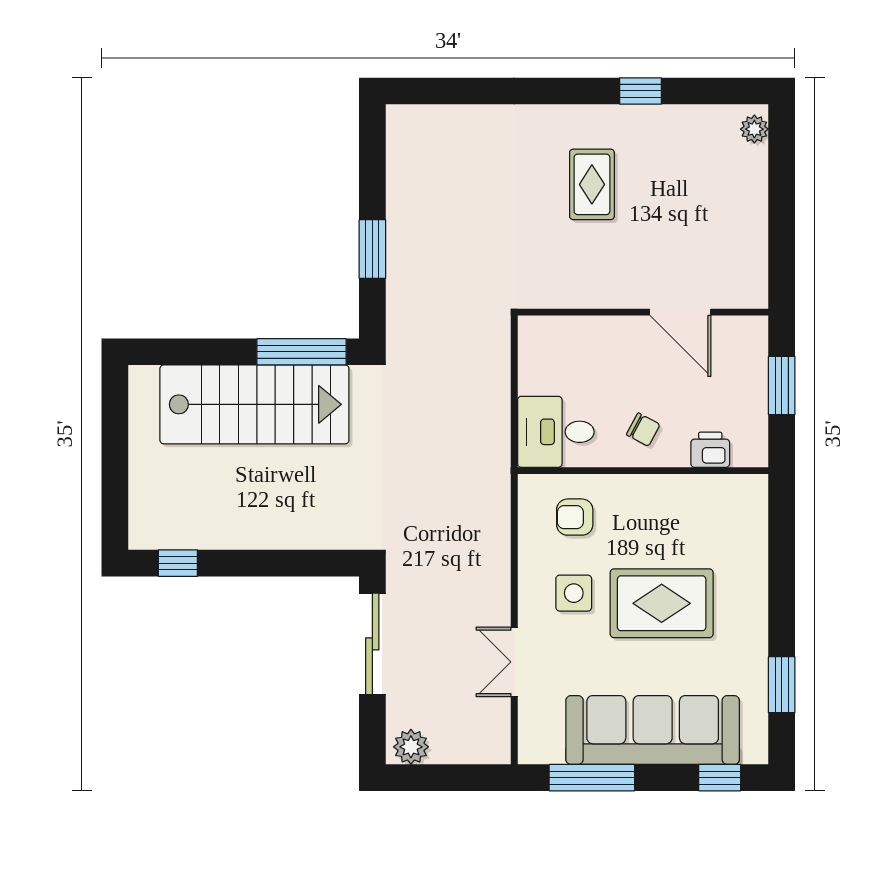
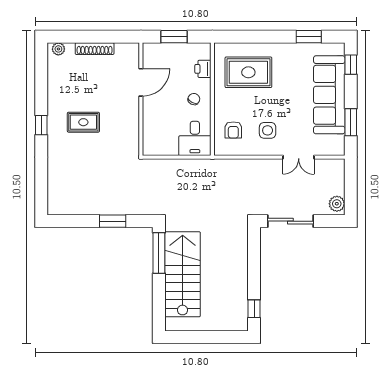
window: (640, 91) -> (41, 125), moved
shoe rack: (755, 209) -> (95, 49), added
rug: (662, 603) -> (248, 72), moved, turned 90
window: (592, 778) -> (351, 122), width x0.69

